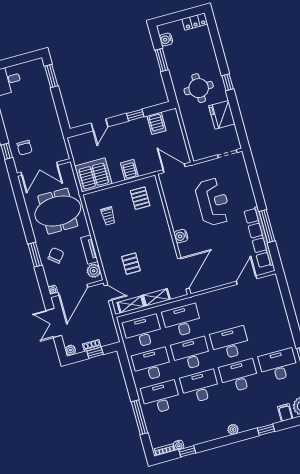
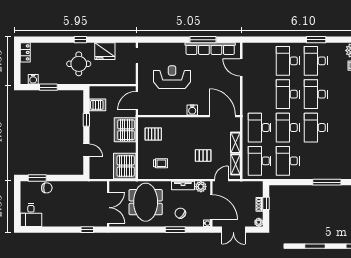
chair: (25, 148) -> (47, 188), moved
server rack: (129, 170) -> (125, 130), width x2.18, depth x1.44
desk: (161, 397) -> (288, 61), moved

